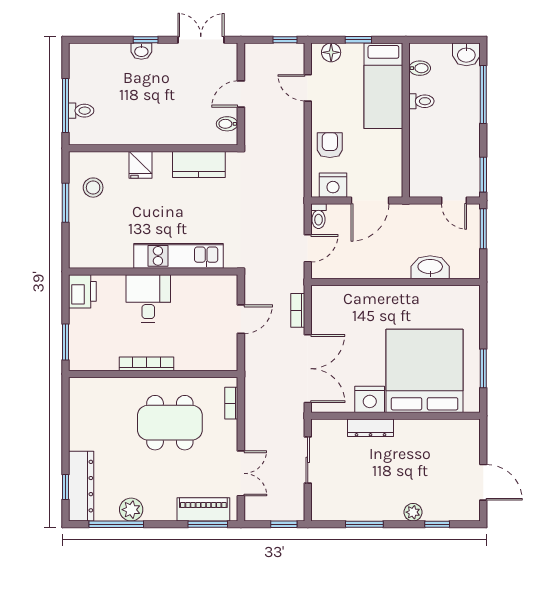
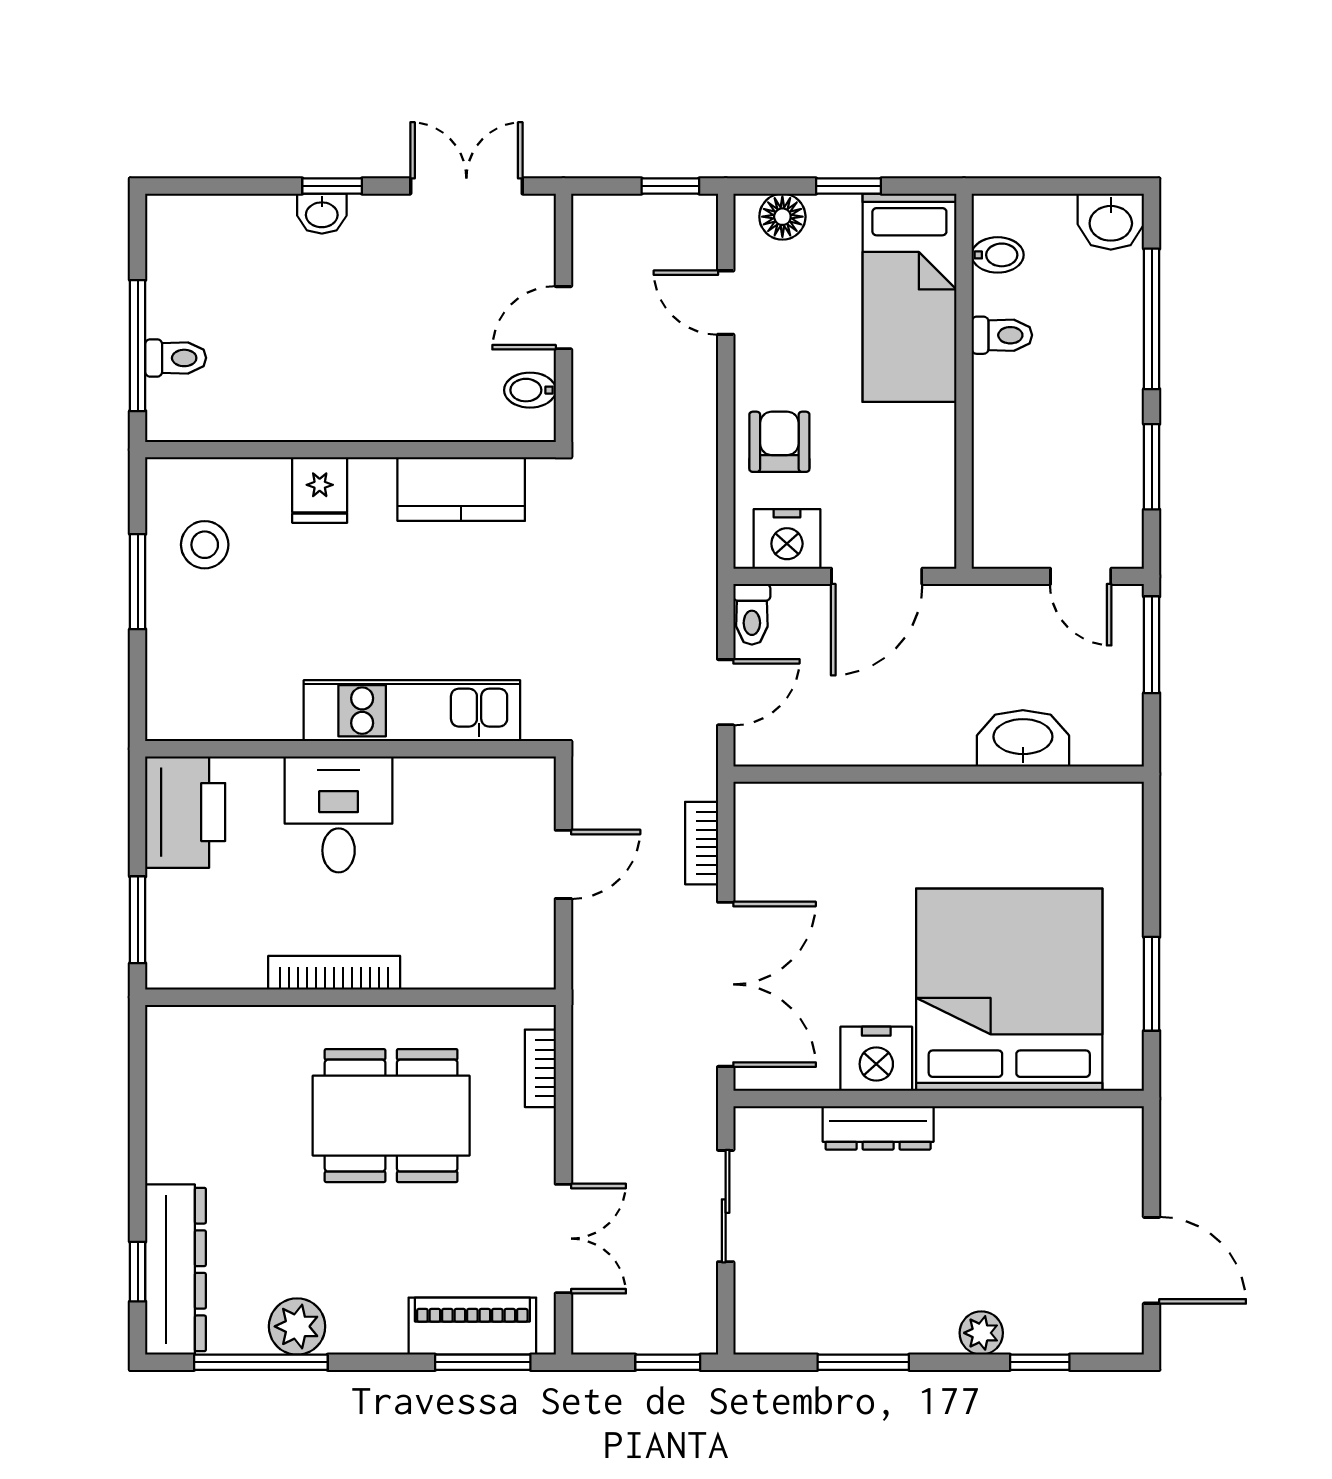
window: (483, 175) -> (1152, 467), moved
printer: (82, 291) -> (185, 812), width x1.37, depth x1.19

